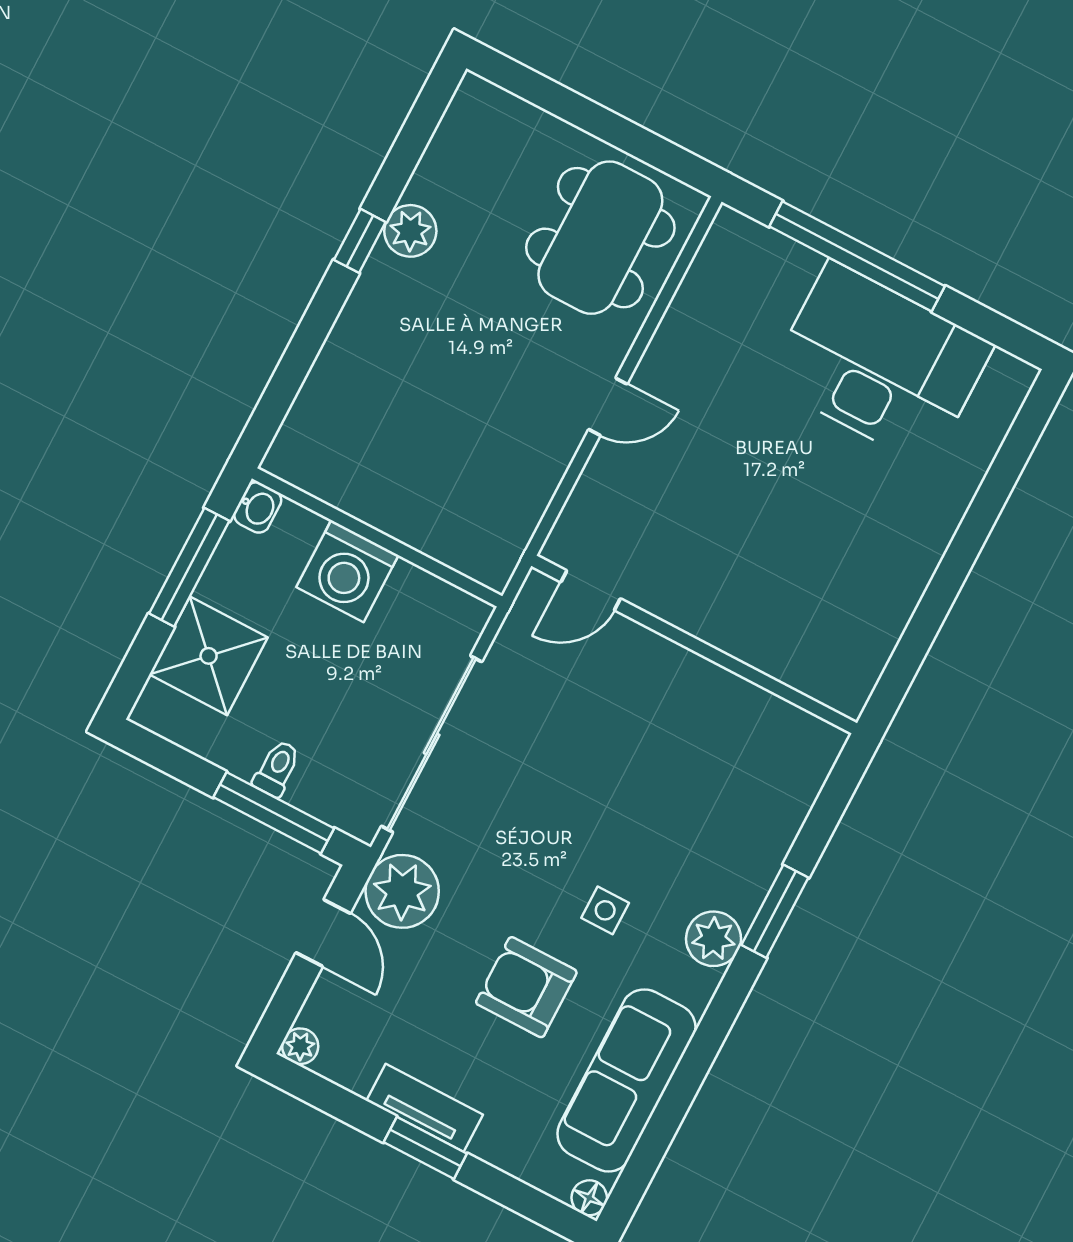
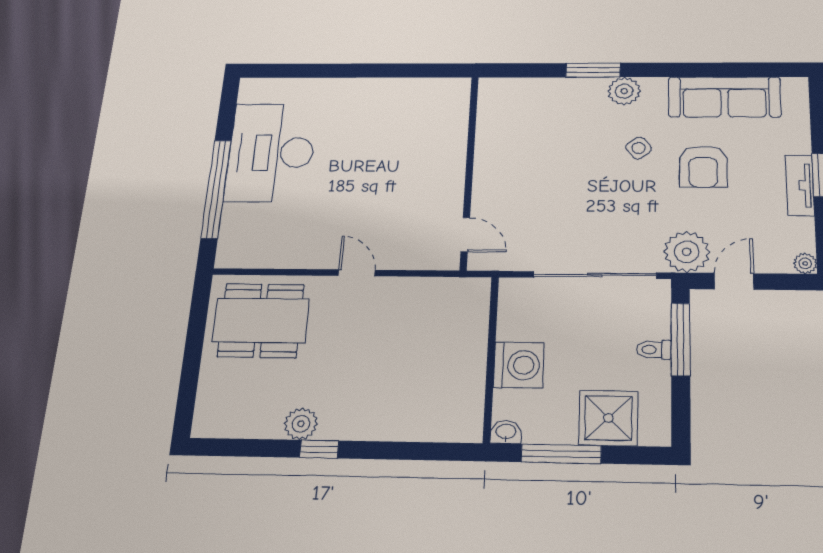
side table: (605, 910) -> (639, 148), turned -38
floor lamp: (589, 1198) -> (798, 86), removed

